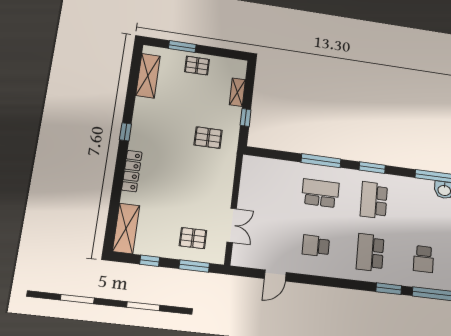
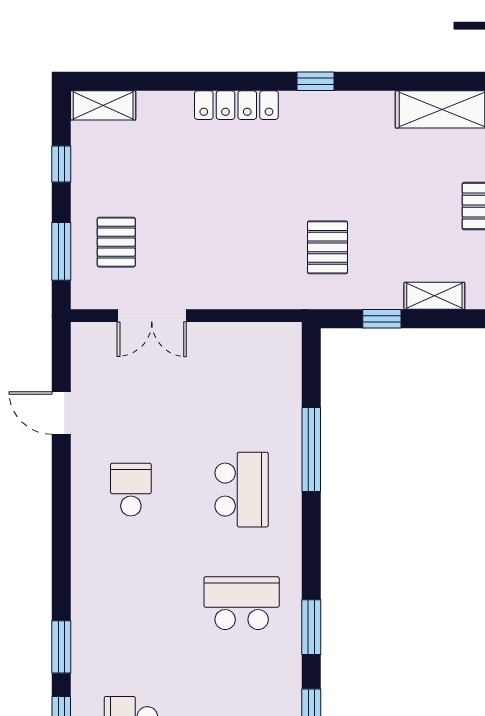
window: (321, 161) -> (311, 450), moved
window: (372, 168) -> (311, 627), moved
shelving: (126, 228) -> (103, 105), width x0.67, depth x0.75
school desk: (370, 252) -> (131, 603), removed

